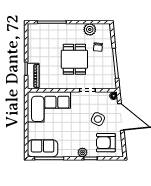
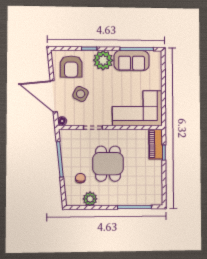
armchair: (106, 143) -> (71, 67), turned 90
sofa: (43, 148) -> (132, 61), moved
plant: (83, 152) -> (103, 60), width x1.88, depth x1.88

